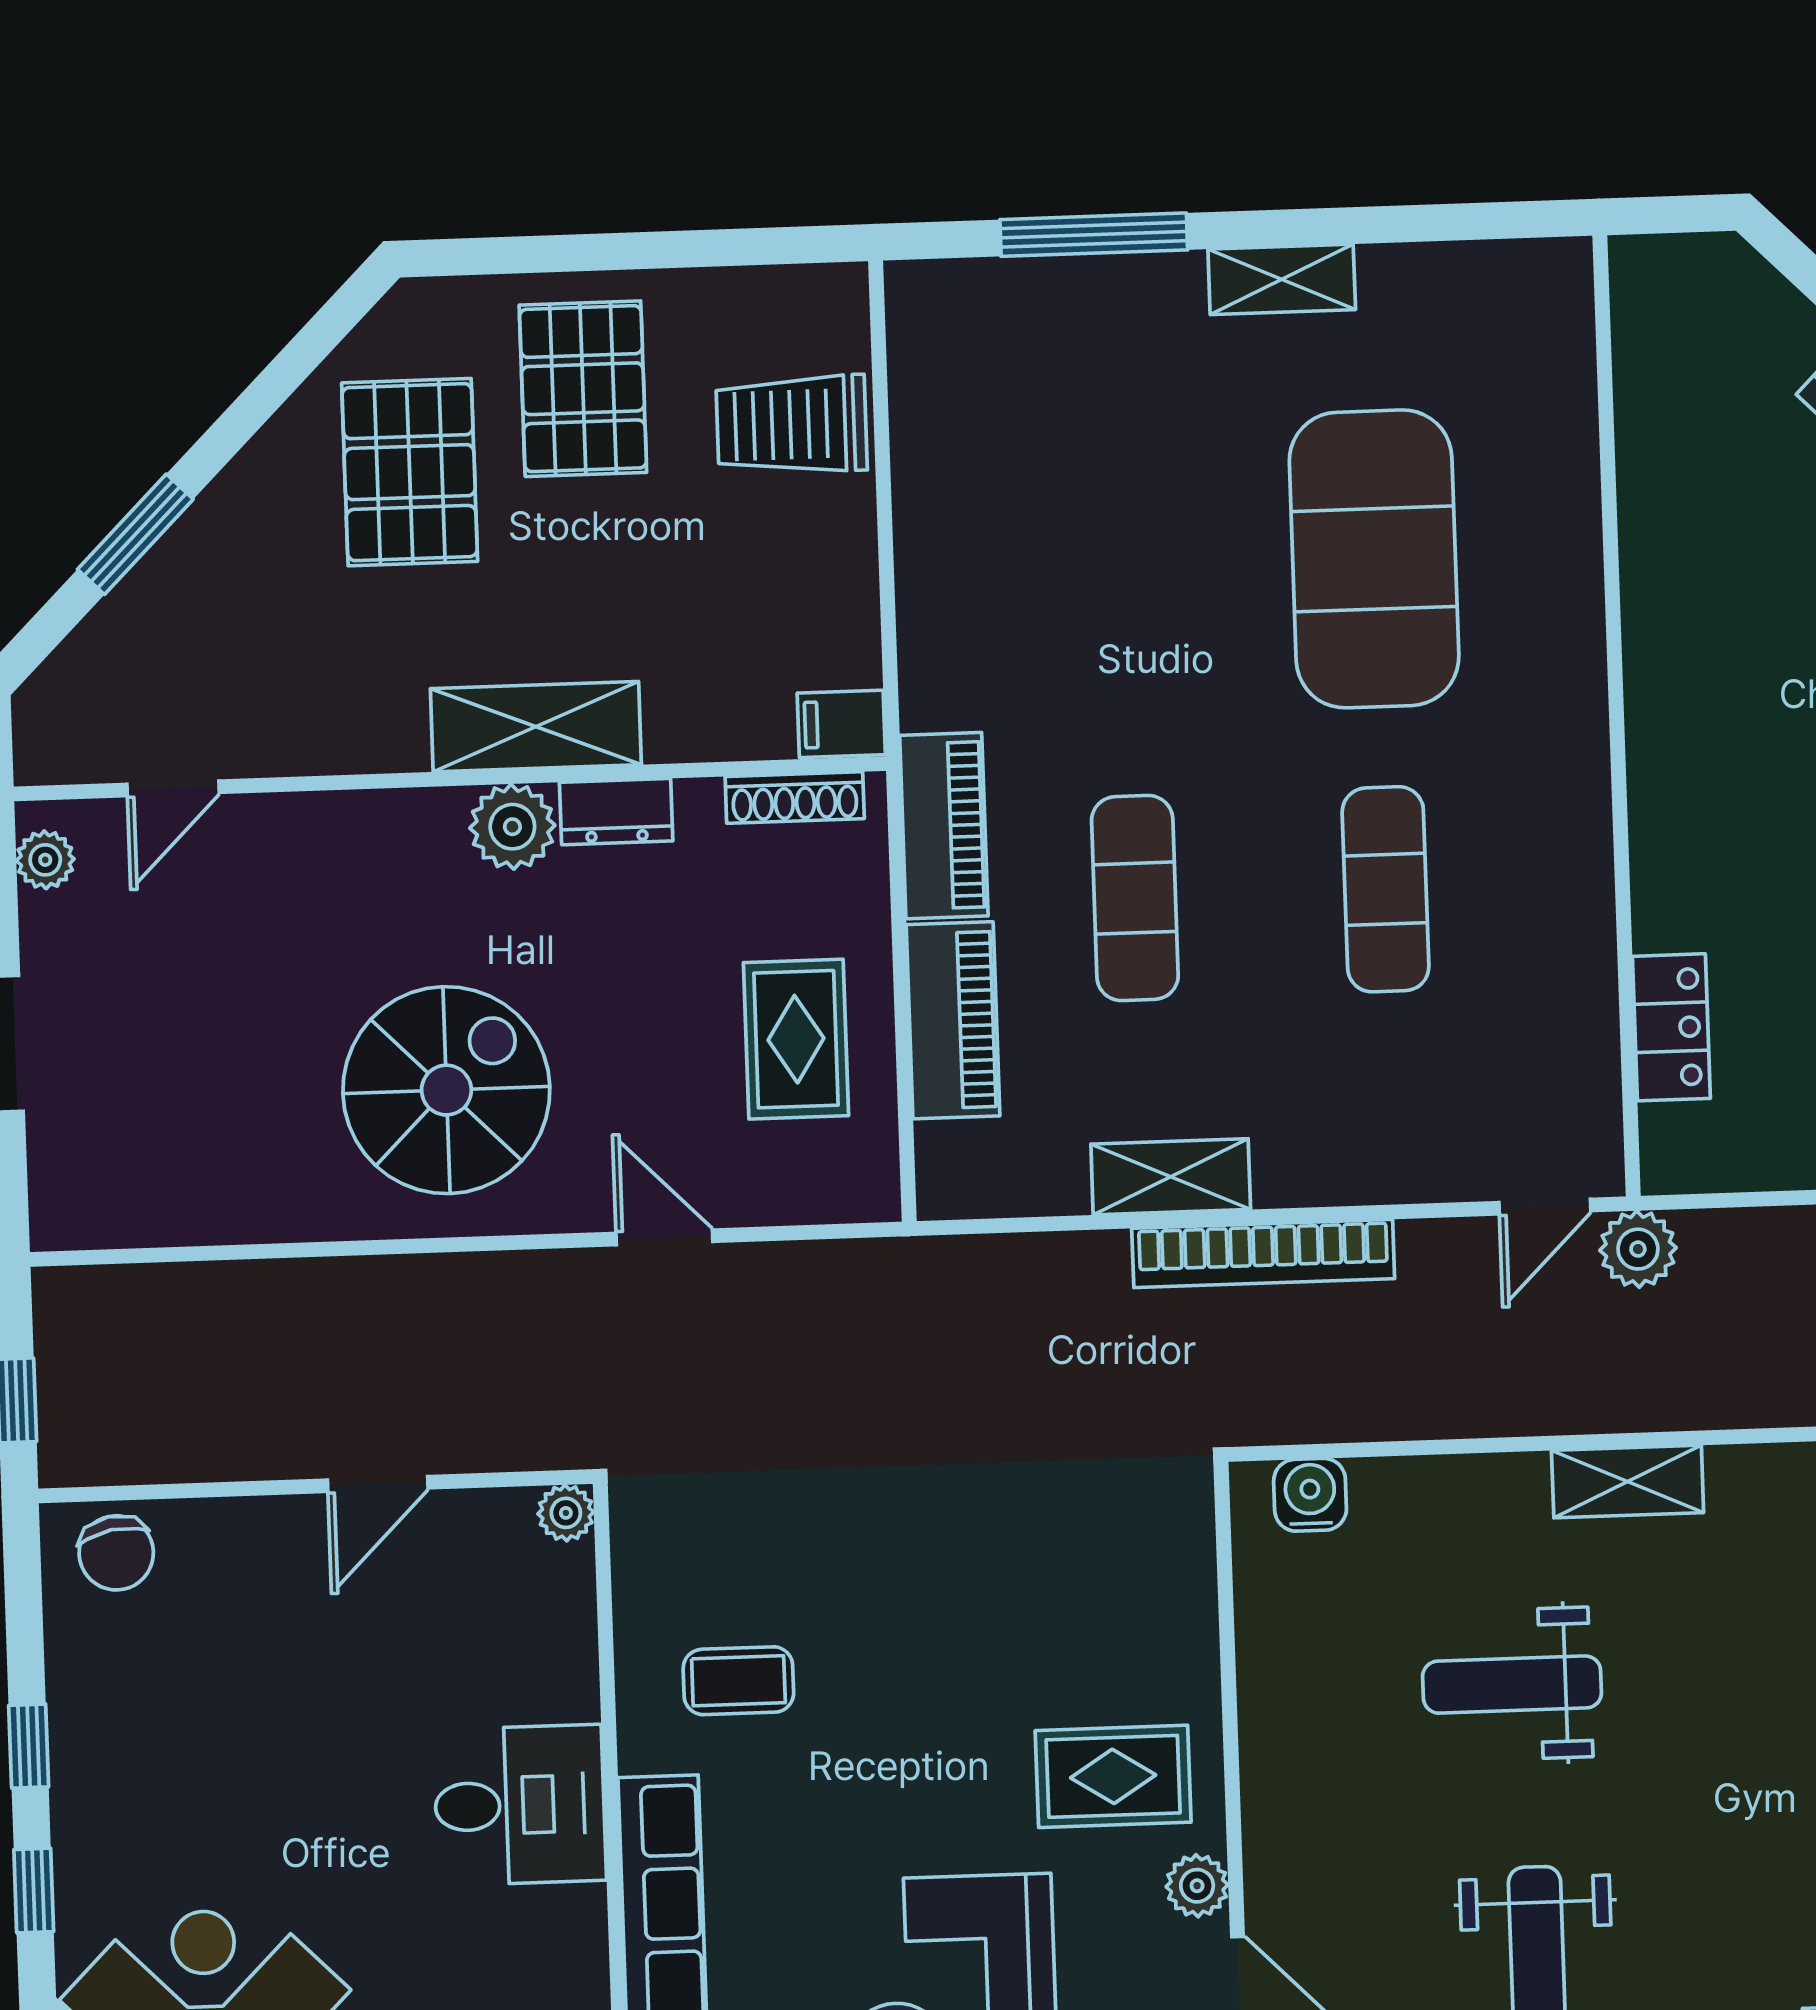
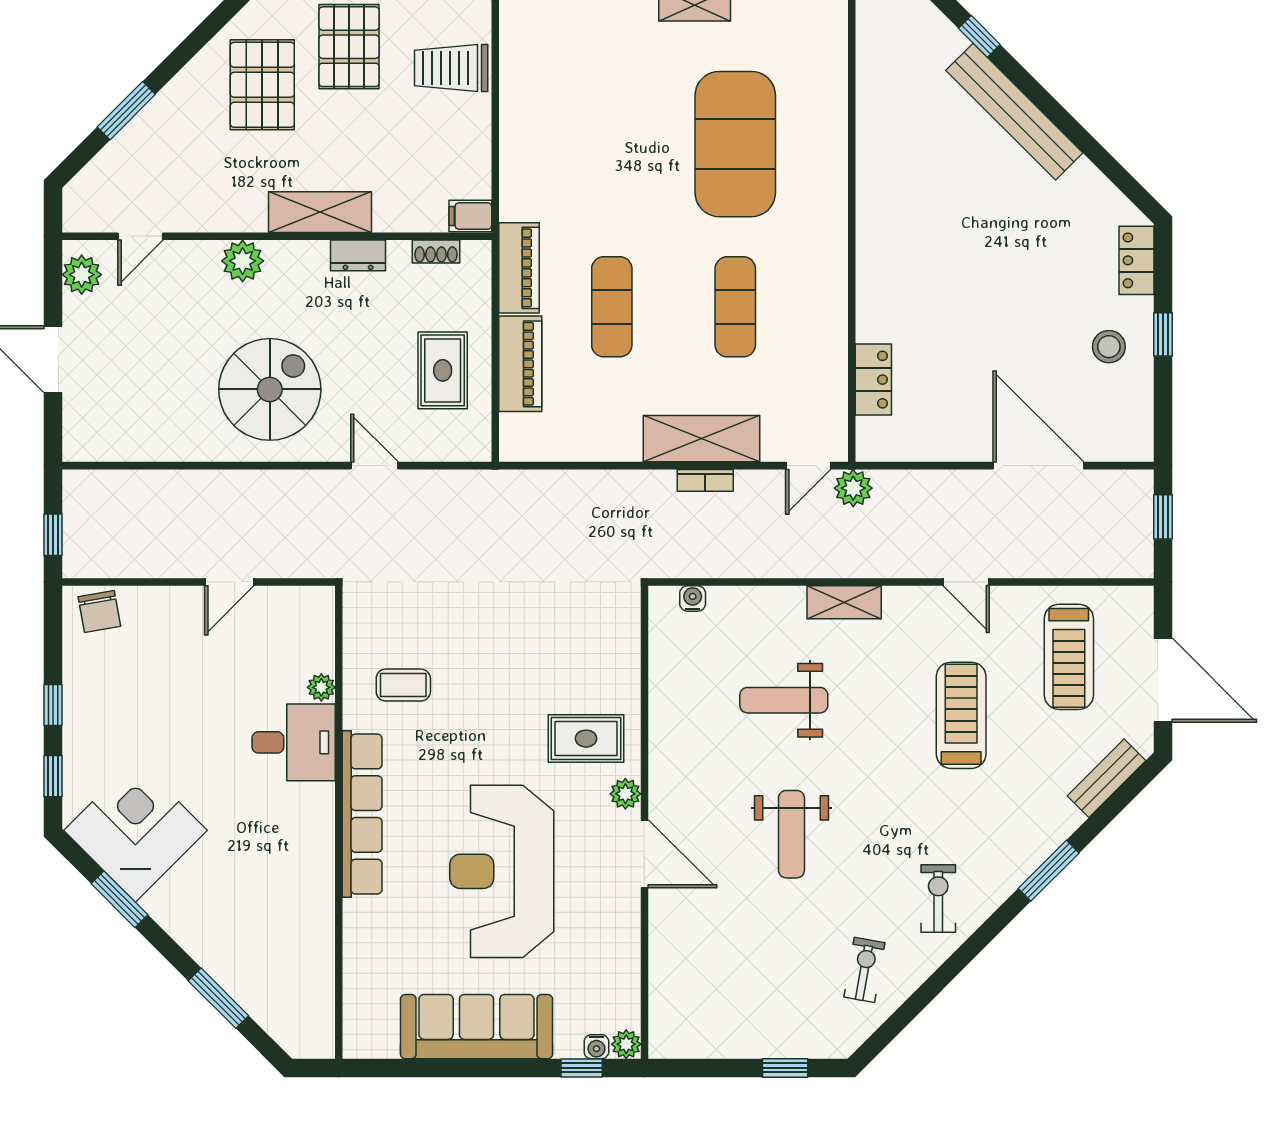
shoe rack: (795, 798) -> (436, 251), width x0.70
plant: (512, 827) -> (243, 261), moved
plant: (45, 860) -> (82, 275), width x1.38, depth x1.38
shelving: (1171, 1177) -> (701, 439), moved, width x1.50, depth x1.33
bookcase: (1263, 1253) -> (705, 480), width x0.43, depth x0.76
water cooler: (1310, 1495) -> (693, 598), width x0.72, depth x0.72
plant: (566, 1513) -> (321, 687), moved

